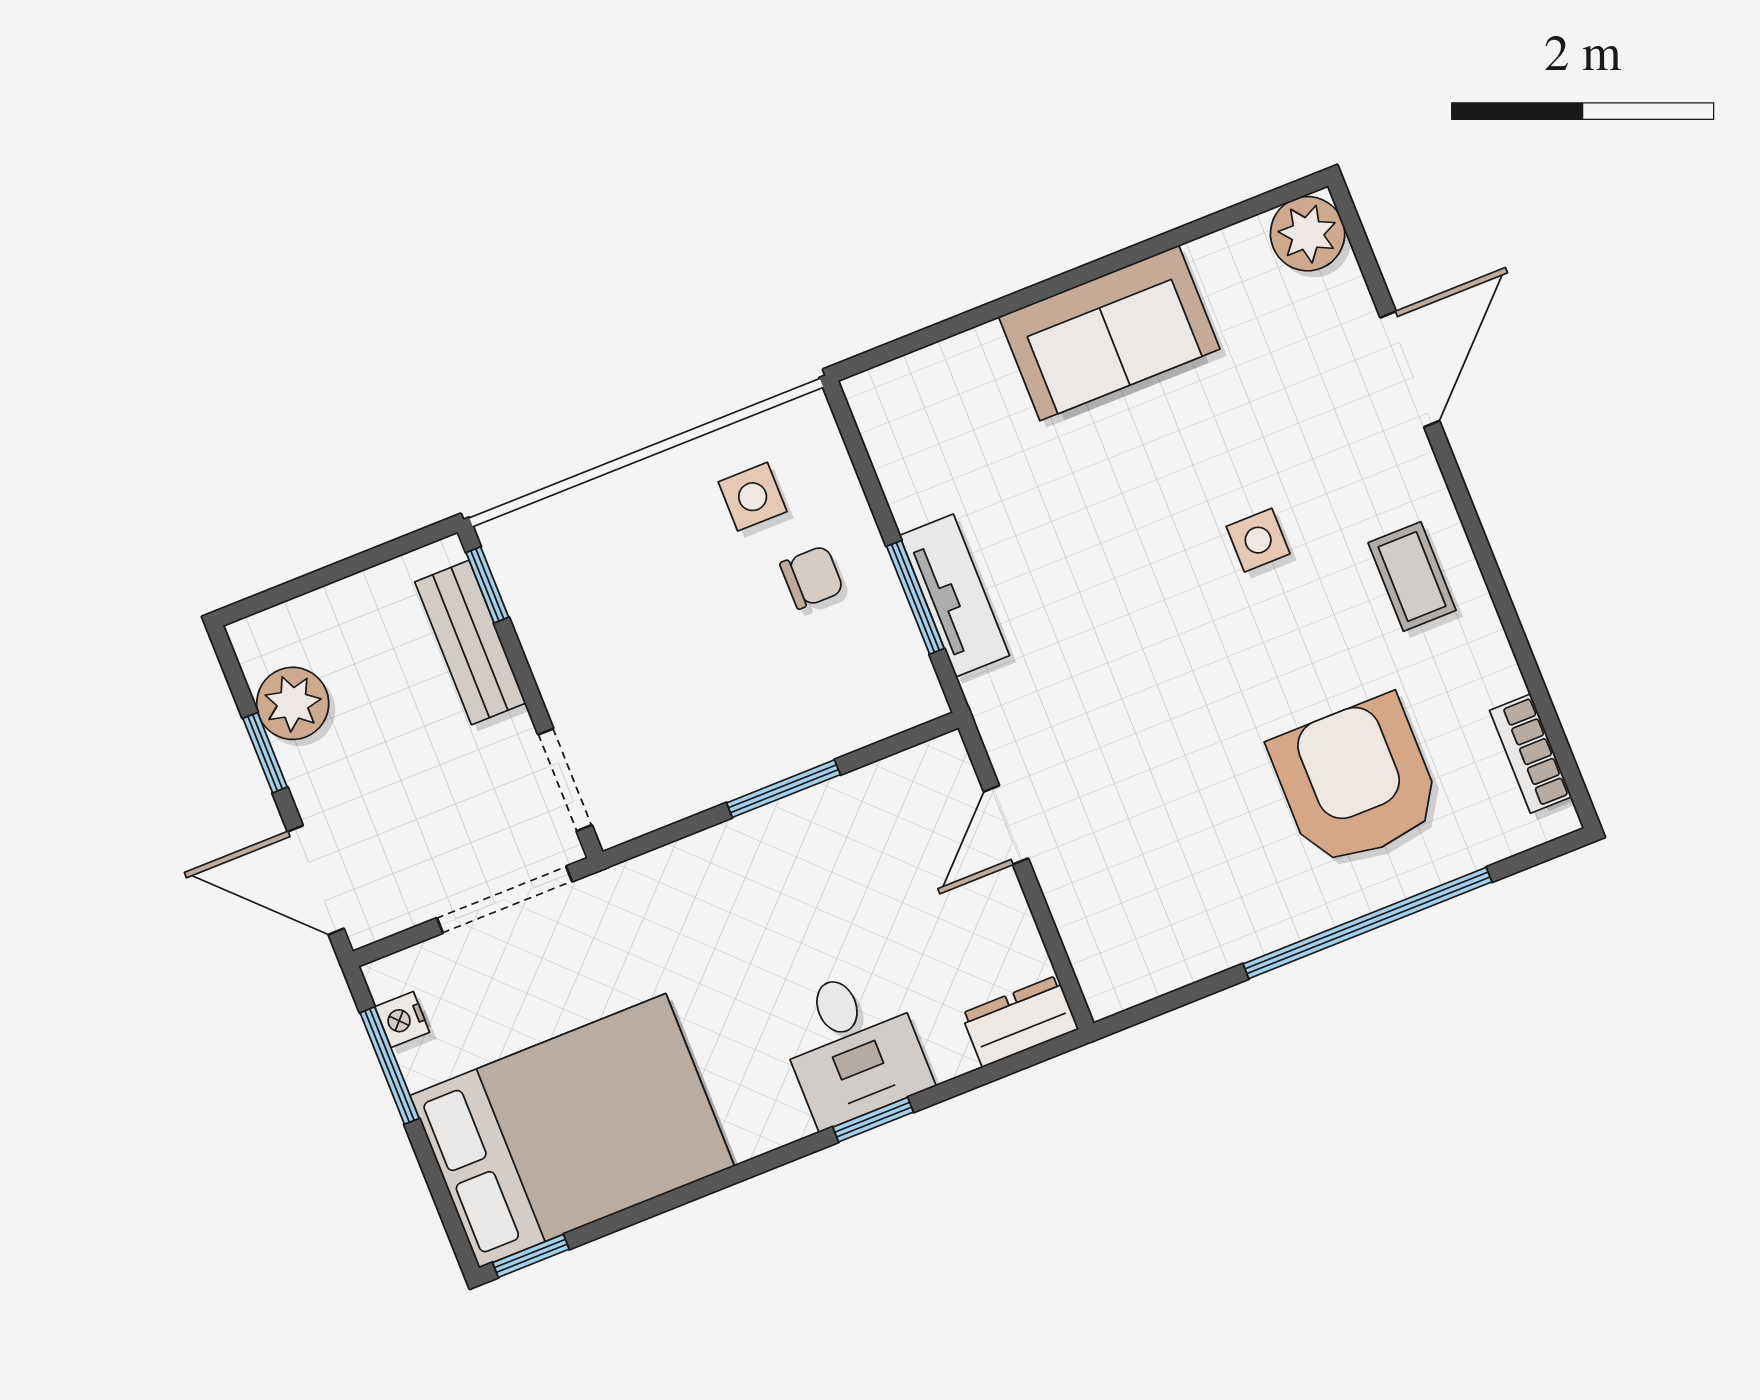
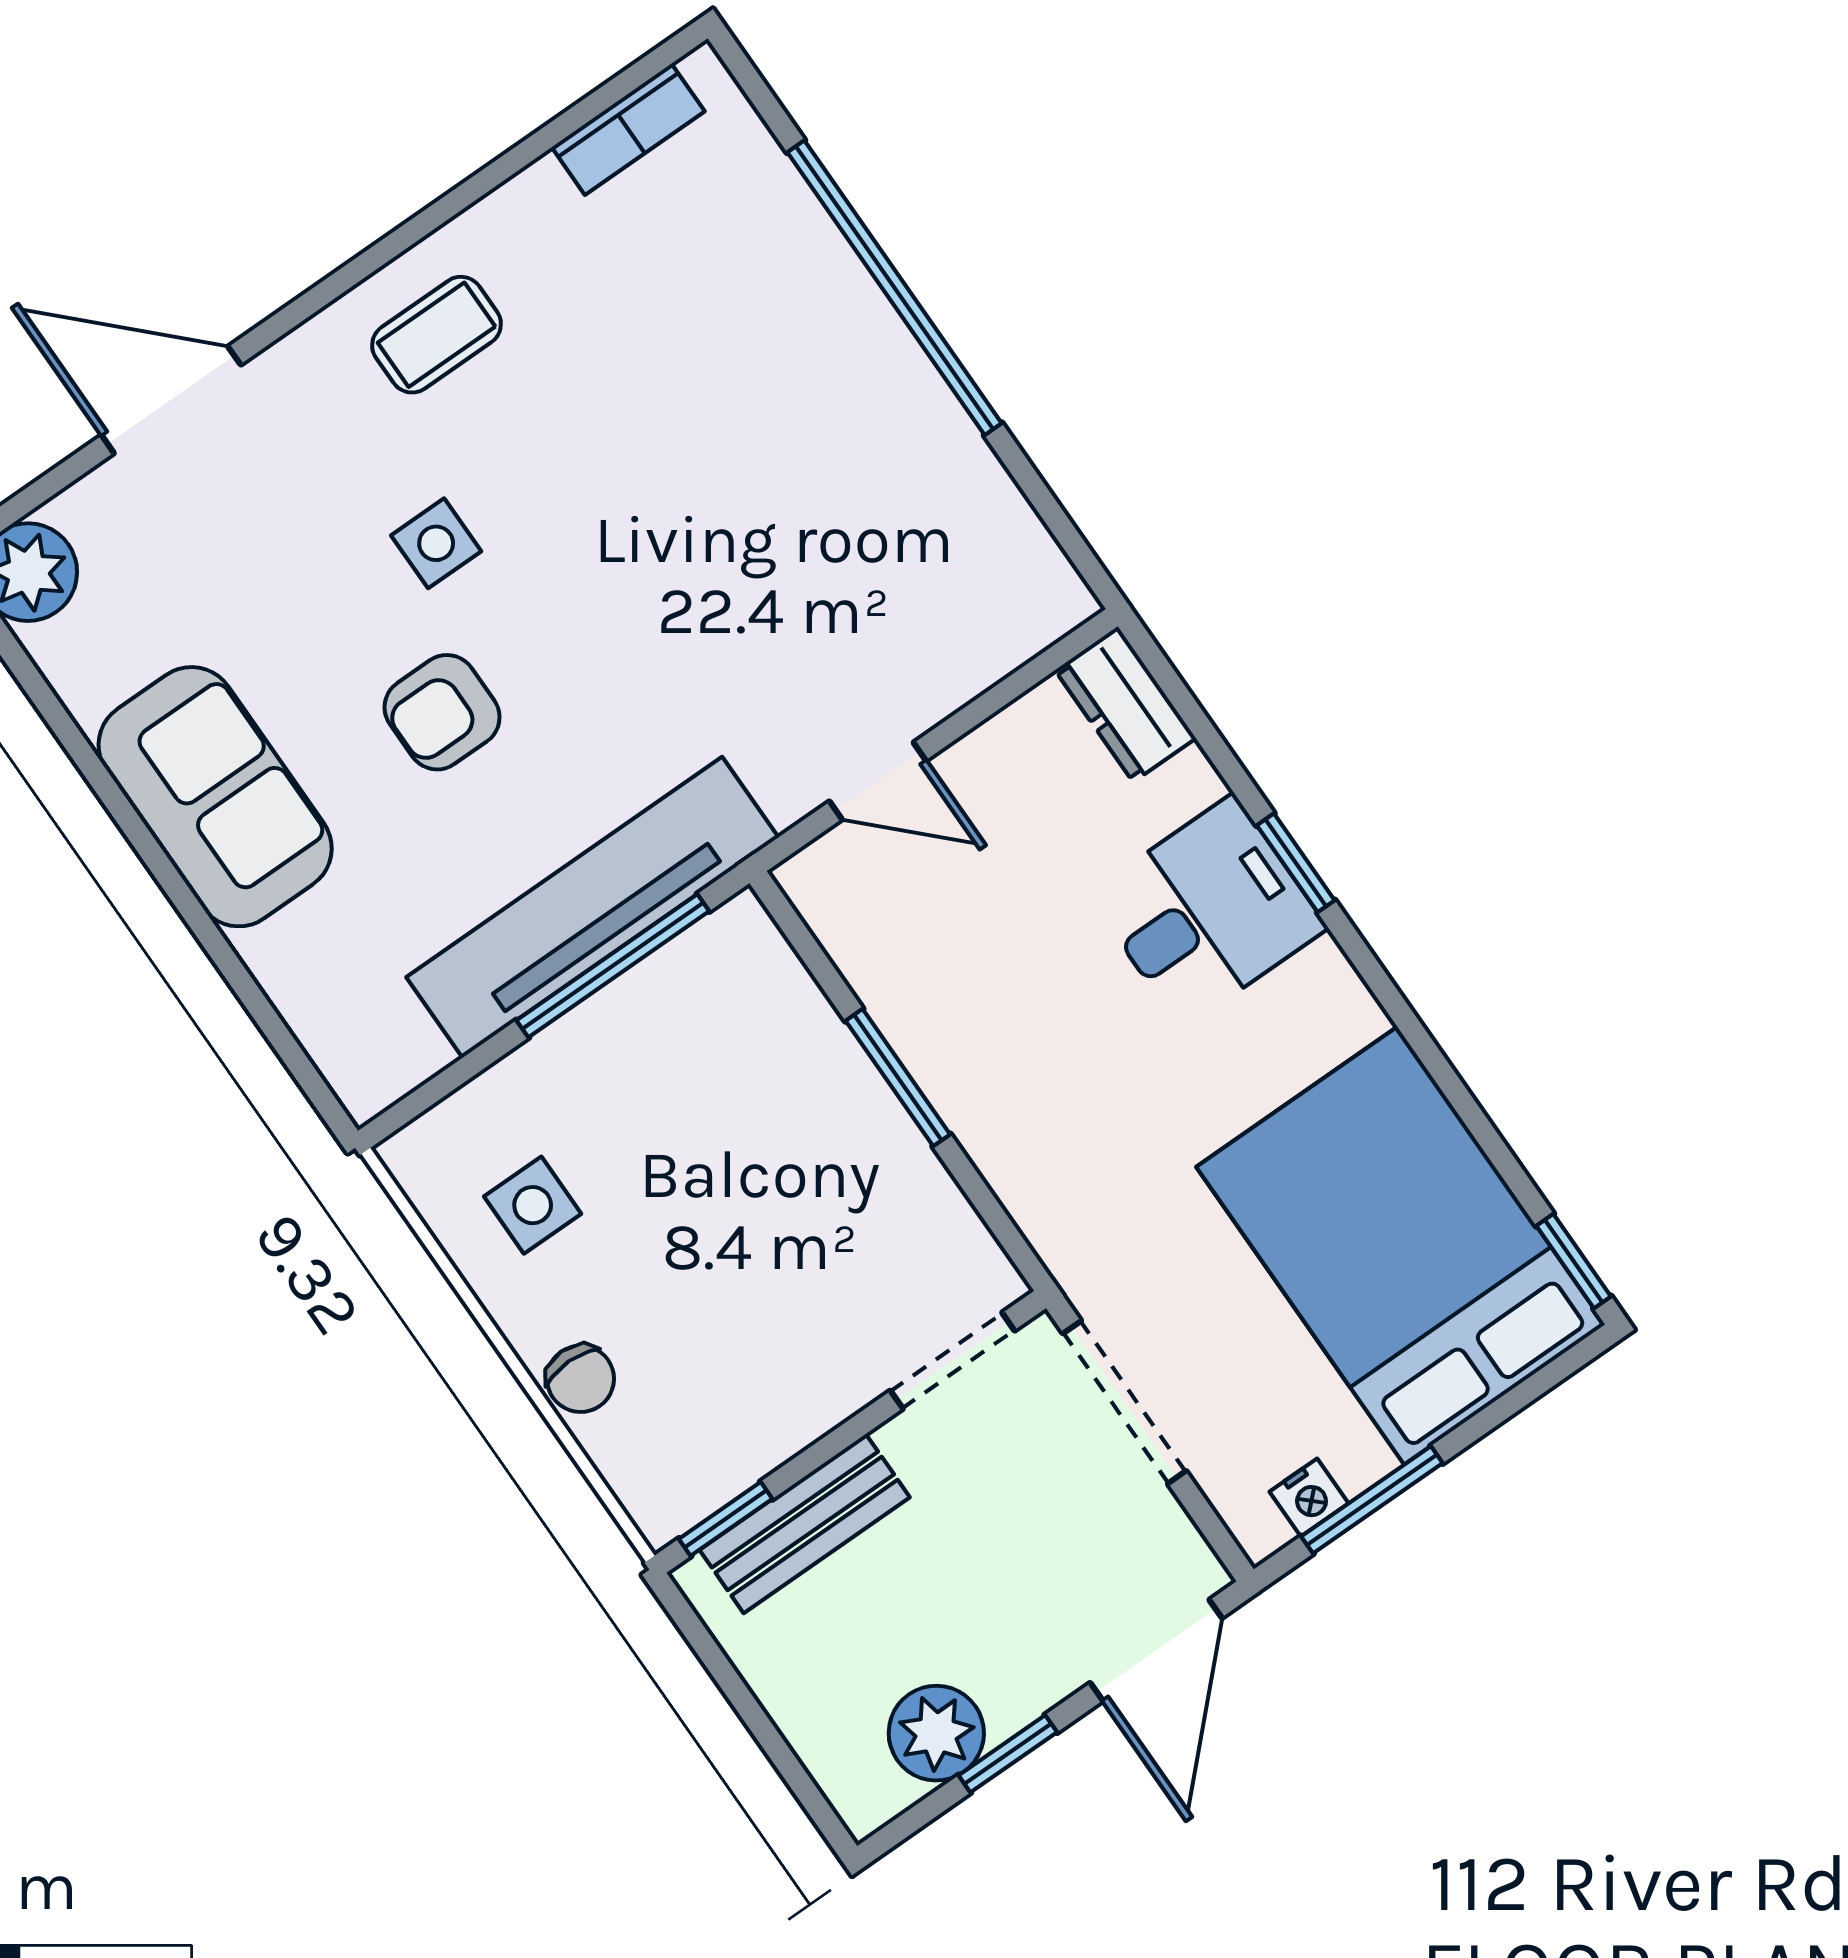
chair: (812, 577) -> (580, 1379), moved, turned 180
tv unit: (954, 596) -> (592, 907), width x1.92, depth x1.29
window: (915, 597) -> (613, 966), width x1.44
armchair: (1356, 781) -> (442, 712), moved, width x0.53, depth x0.53

